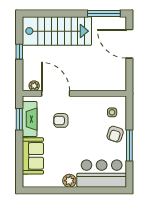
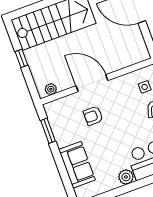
door: (56, 93) -> (92, 83), moved
fireplace: (30, 119) -> (59, 127), removed

